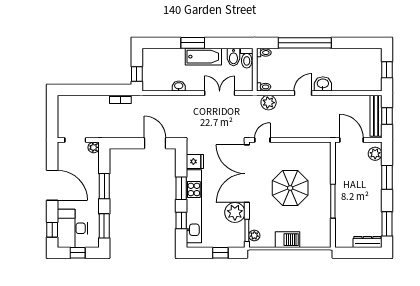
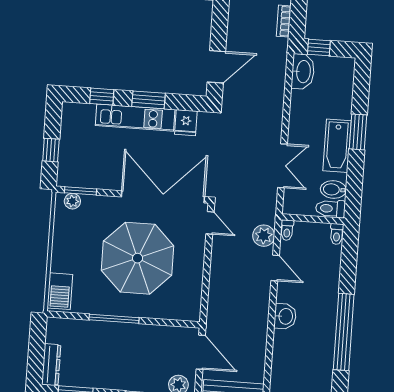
window: (305, 43) -> (344, 332), moved
washbasin: (179, 86) -> (303, 72), moved, width x1.91, depth x1.45
door: (303, 93) -> (275, 268), moved
door: (352, 140) -> (201, 352), hinge flipped
parasol: (290, 188) -> (138, 258), width x1.36, depth x1.36
kitchen unit: (194, 206) -> (135, 118), width x0.73
plant: (235, 212) -> (108, 175), removed
barbecue: (288, 240) -> (60, 291), moved

